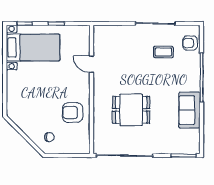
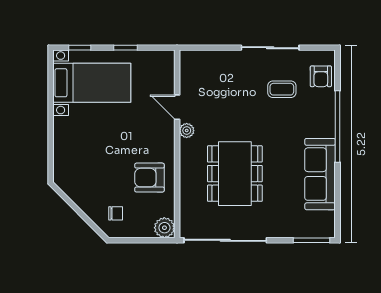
armchair: (190, 43) -> (321, 76), turned -90
plant: (98, 80) -> (187, 131), added
dining table: (131, 110) -> (235, 174), width x1.38
sofa: (190, 110) -> (320, 174), width x1.36
plant: (83, 147) -> (164, 228), added

